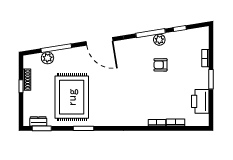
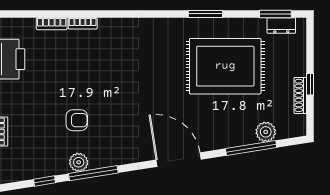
rug: (72, 97) -> (225, 66), turned 90

